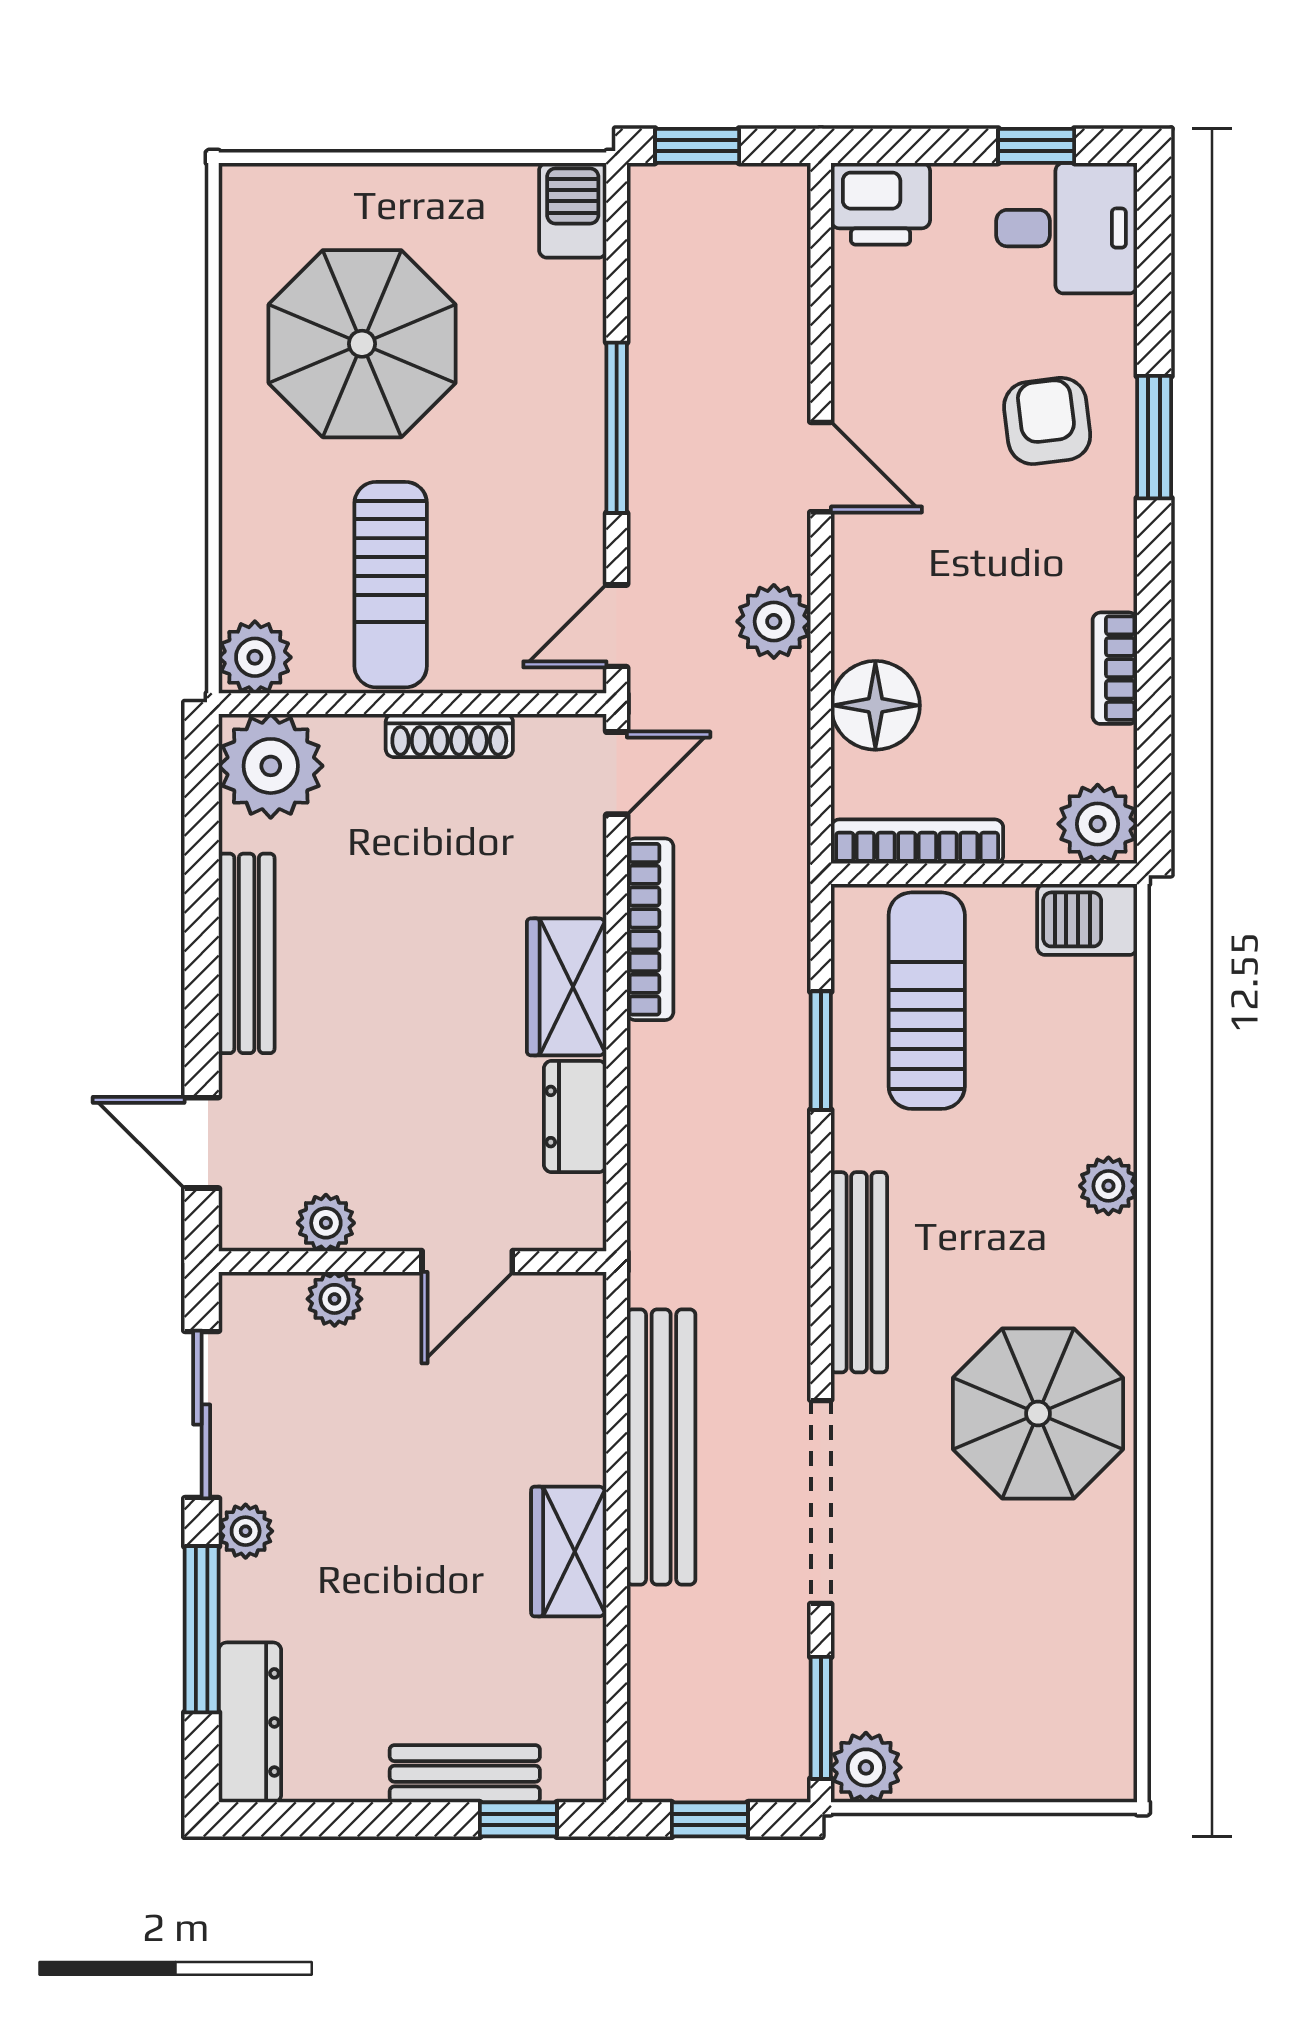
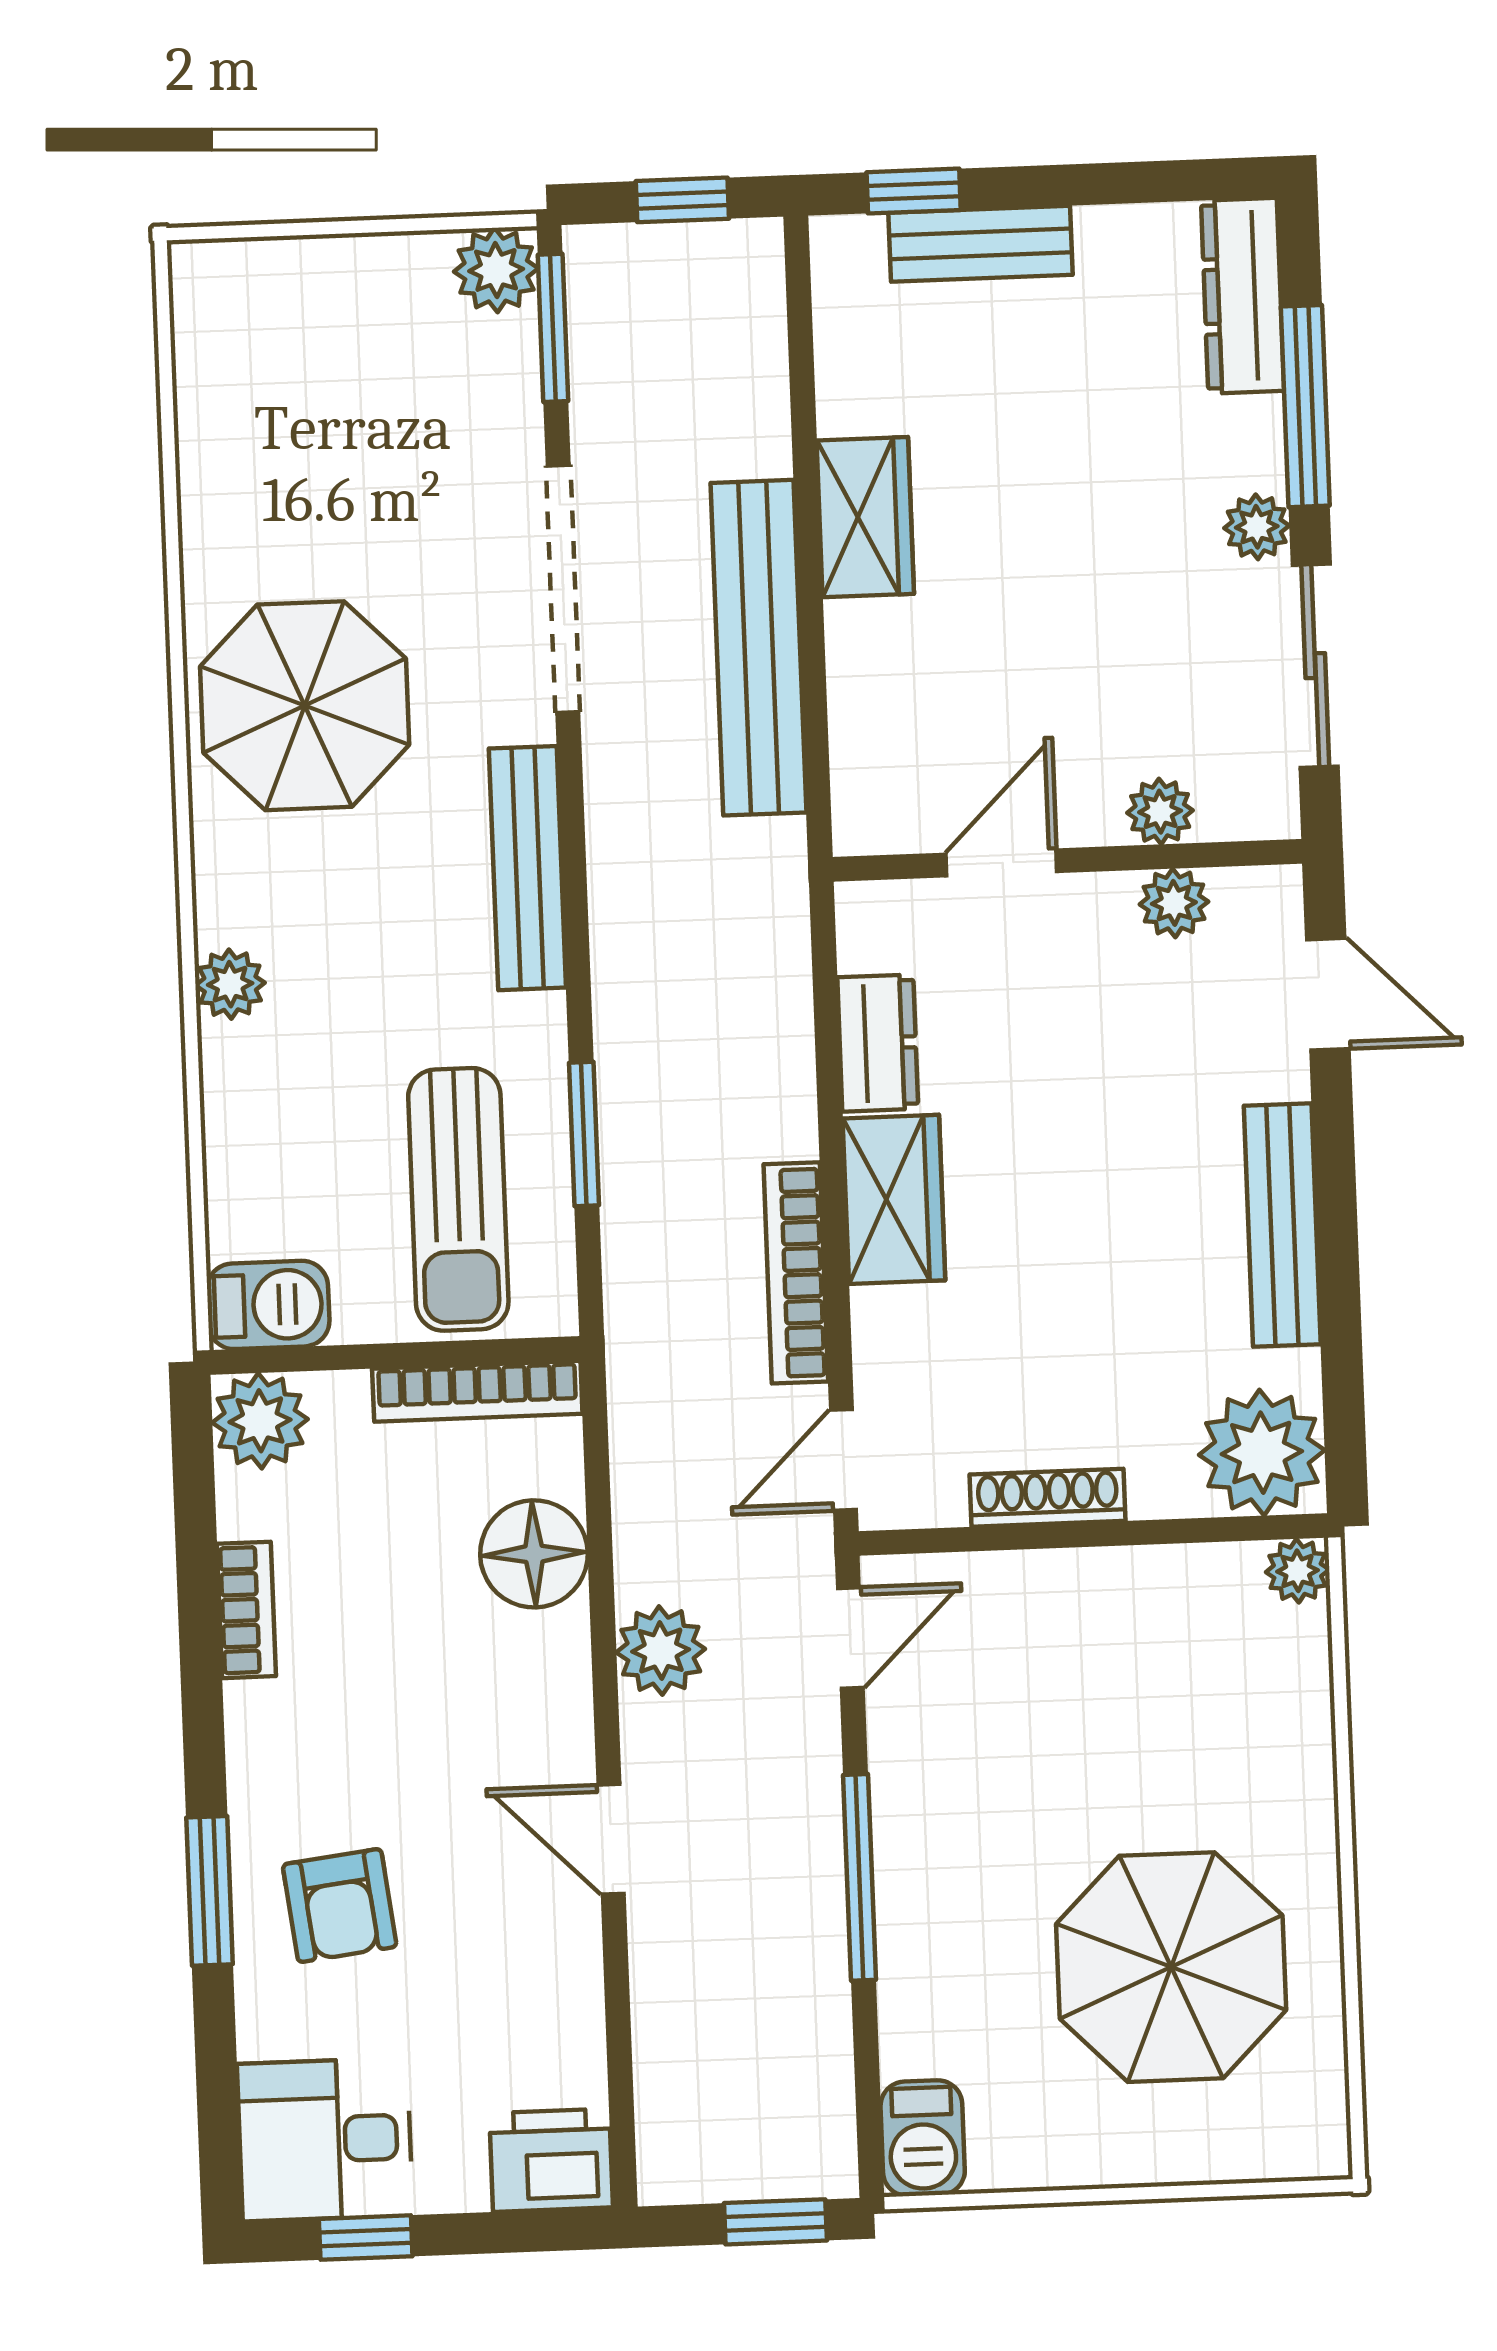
sun lounger: (391, 585) -> (1125, 1677), removed
plant: (255, 657) -> (1298, 1571), width x0.73, depth x0.73

